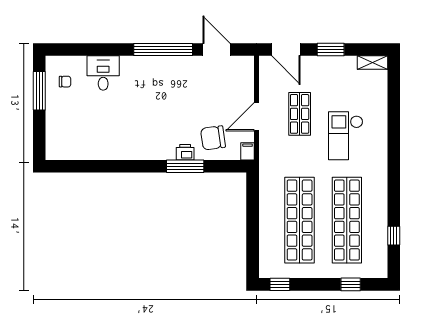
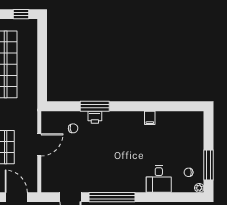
plant: (51, 62) -> (199, 188), added
chair: (213, 138) -> (73, 128), width x0.54, depth x0.54
filing cabinet: (248, 151) -> (150, 118), moved

